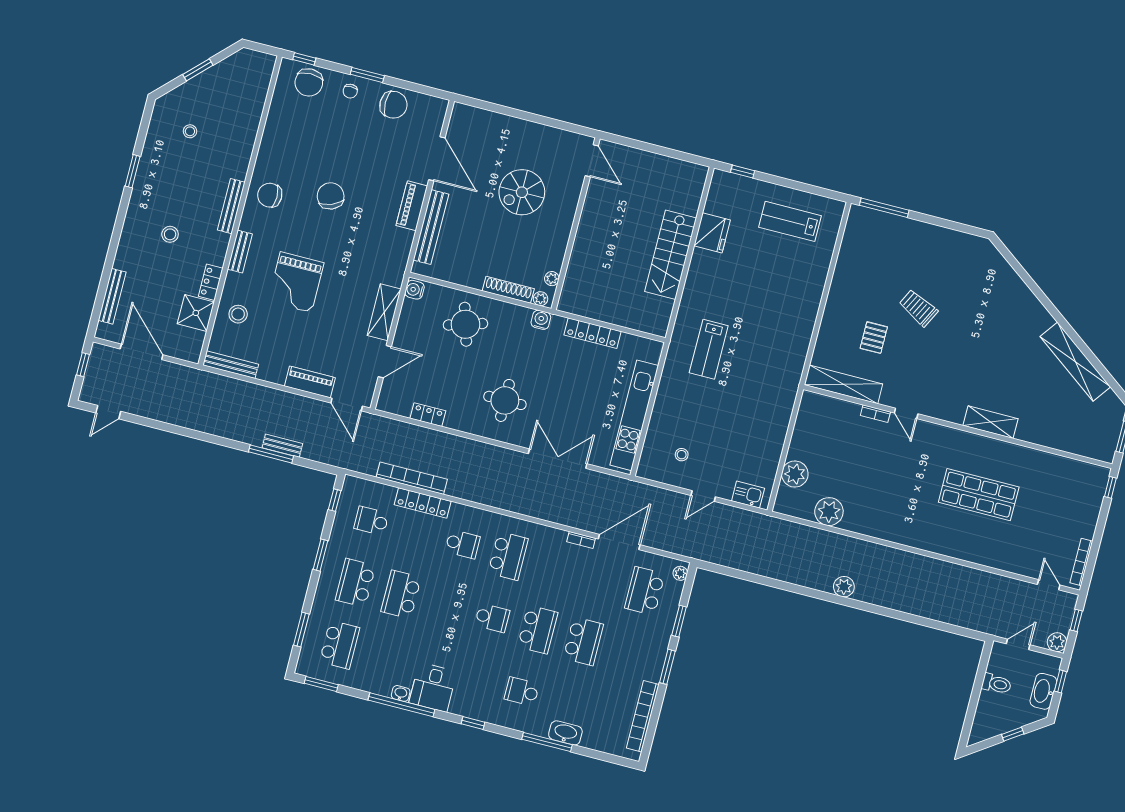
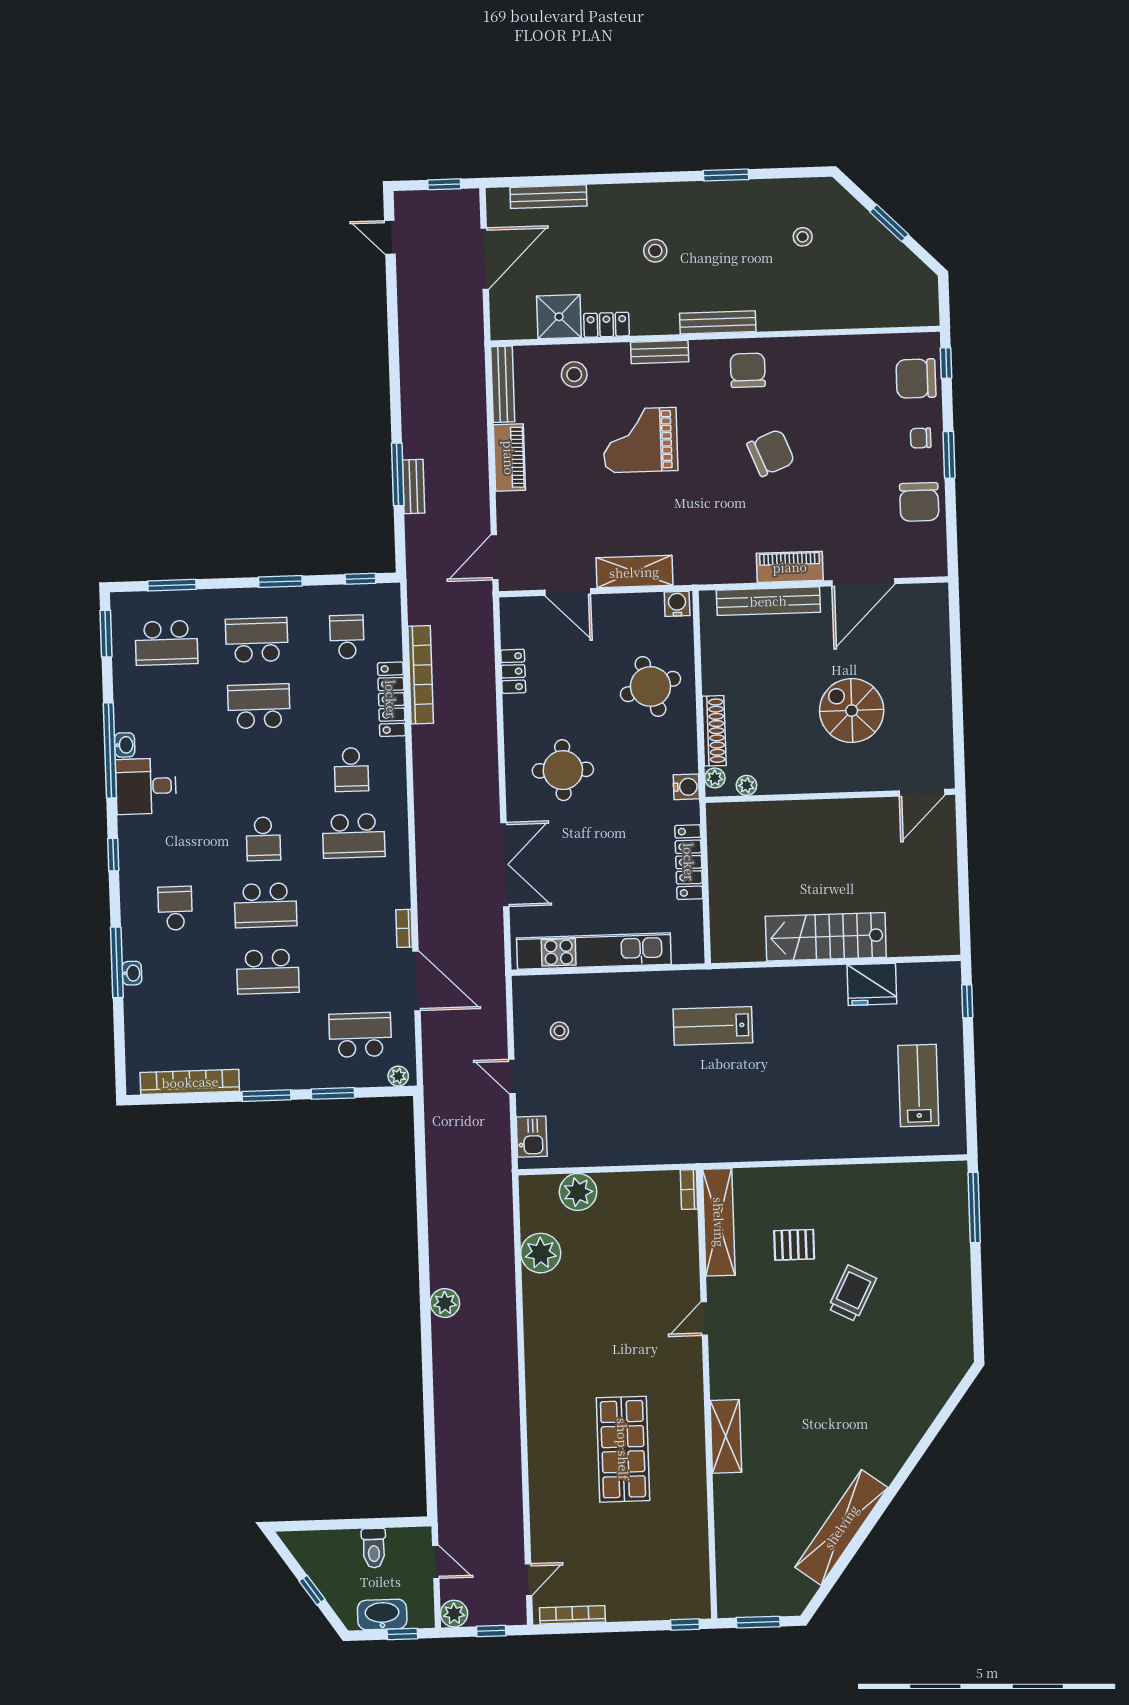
piano: (310, 382) -> (509, 458), moved
bookcase: (875, 414) -> (689, 1190), moved
washbasin: (565, 733) -> (132, 973), width x0.52, depth x0.69

